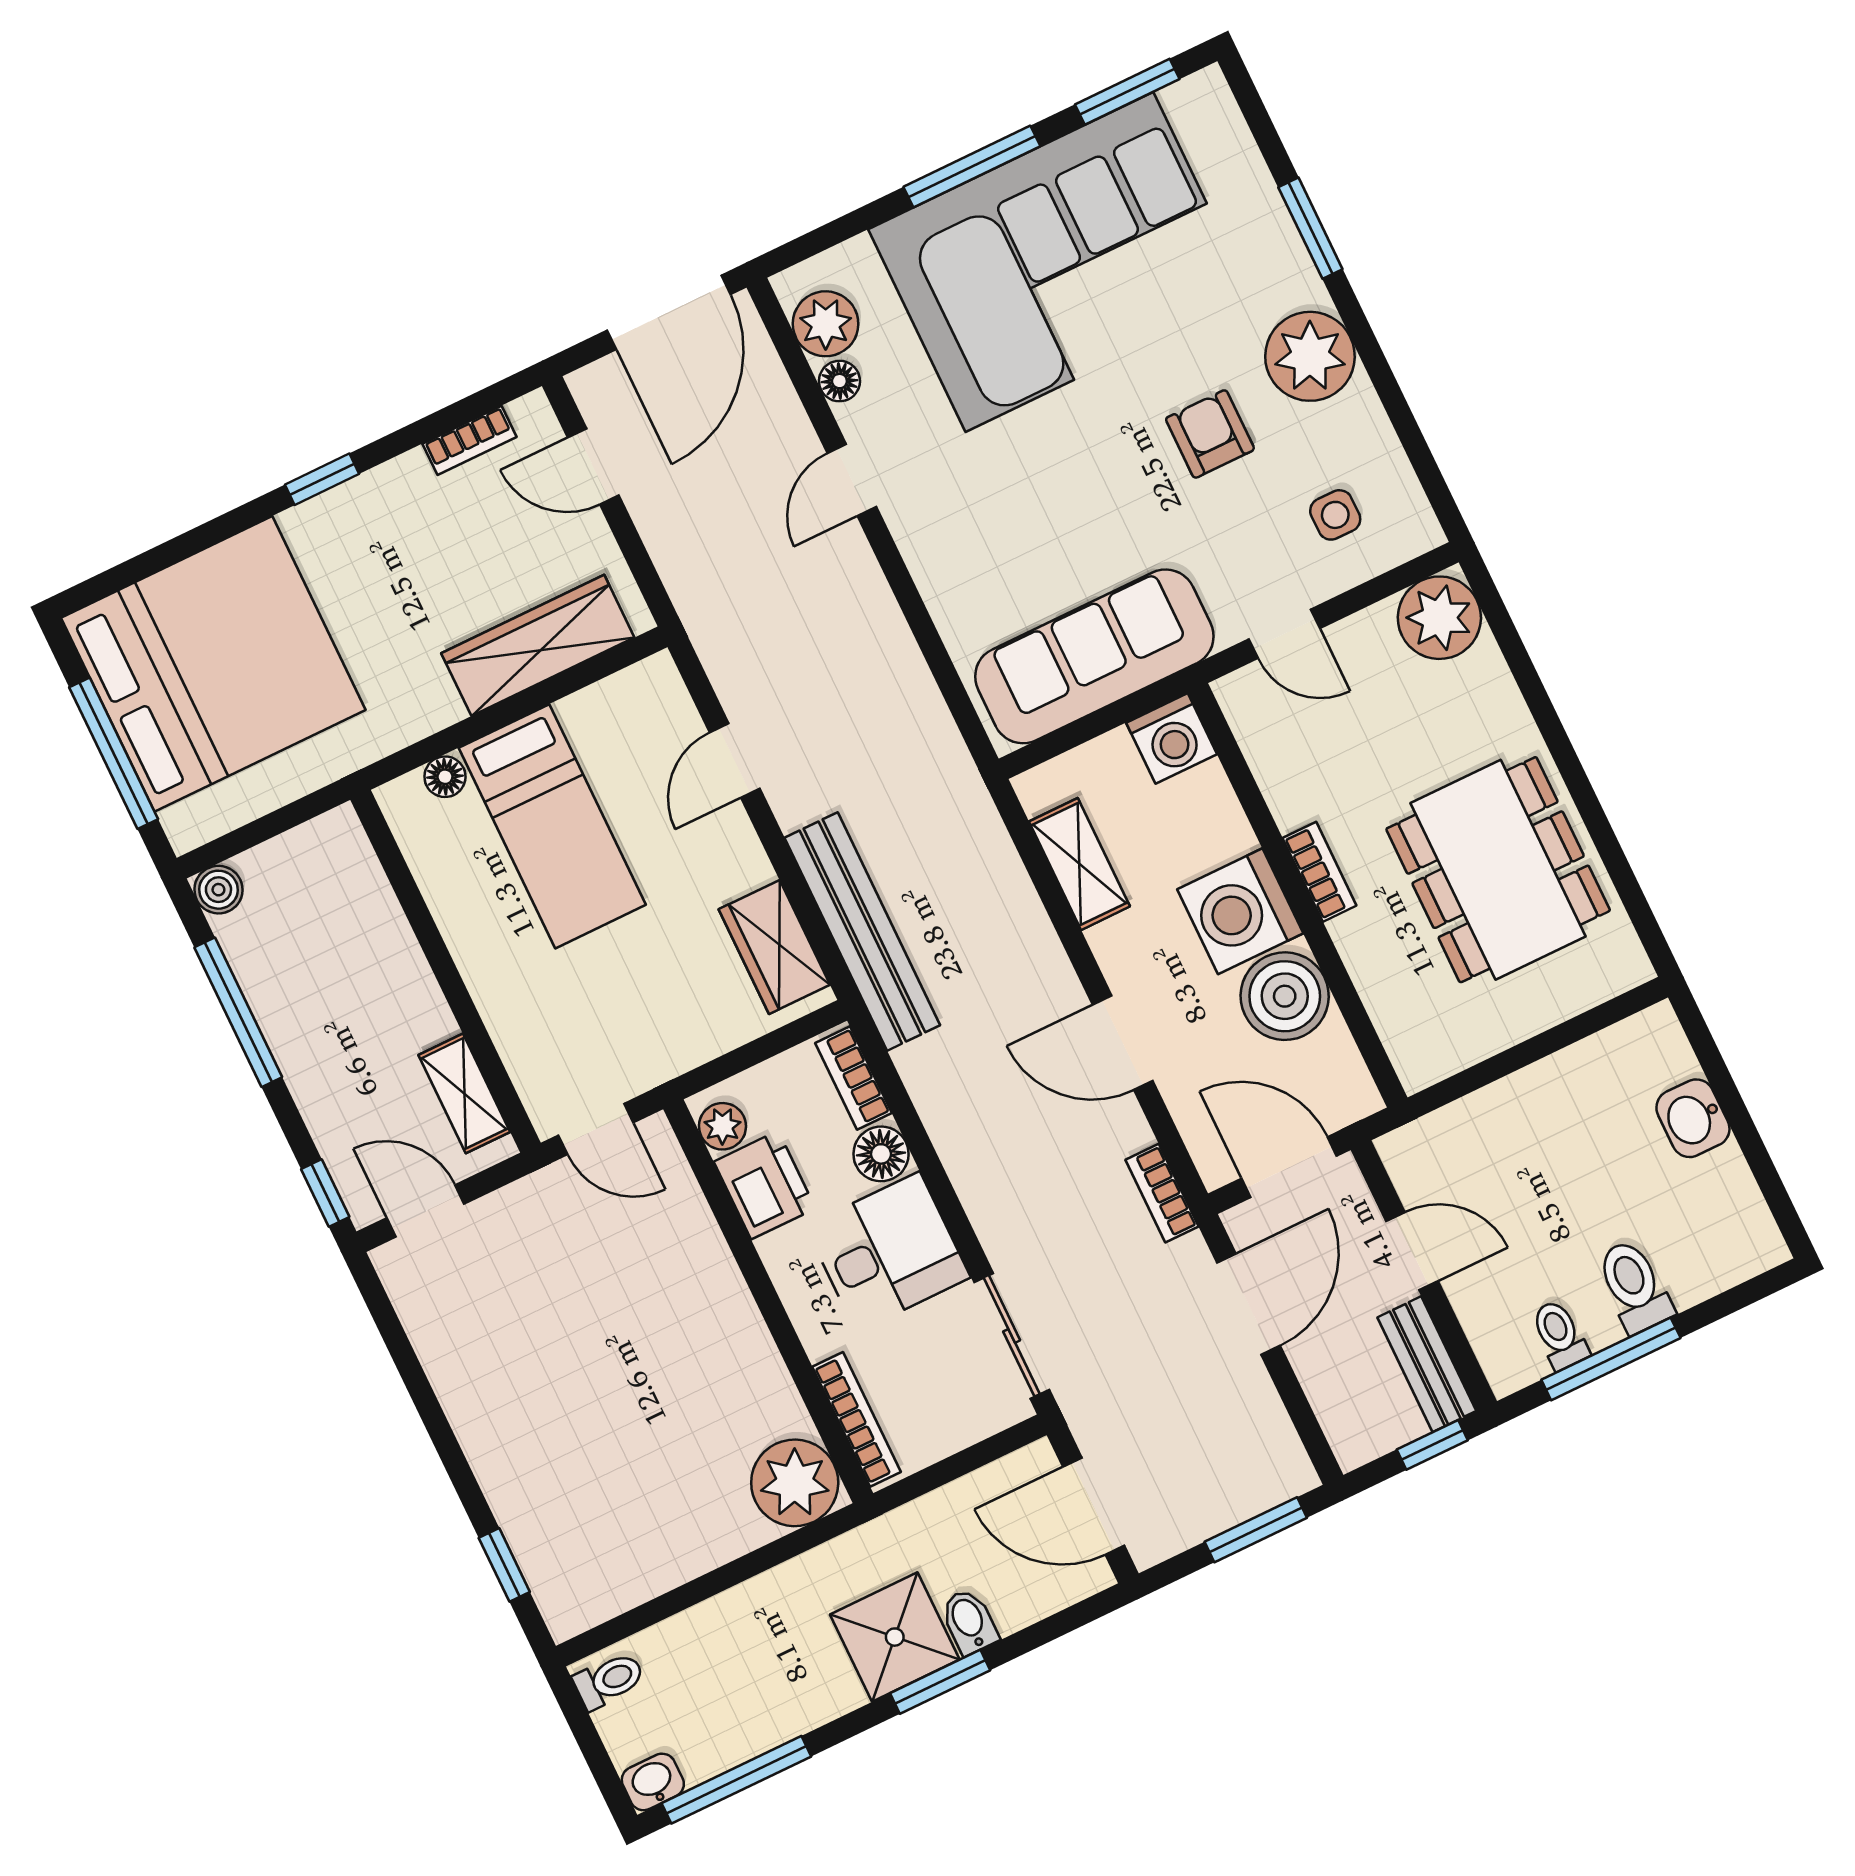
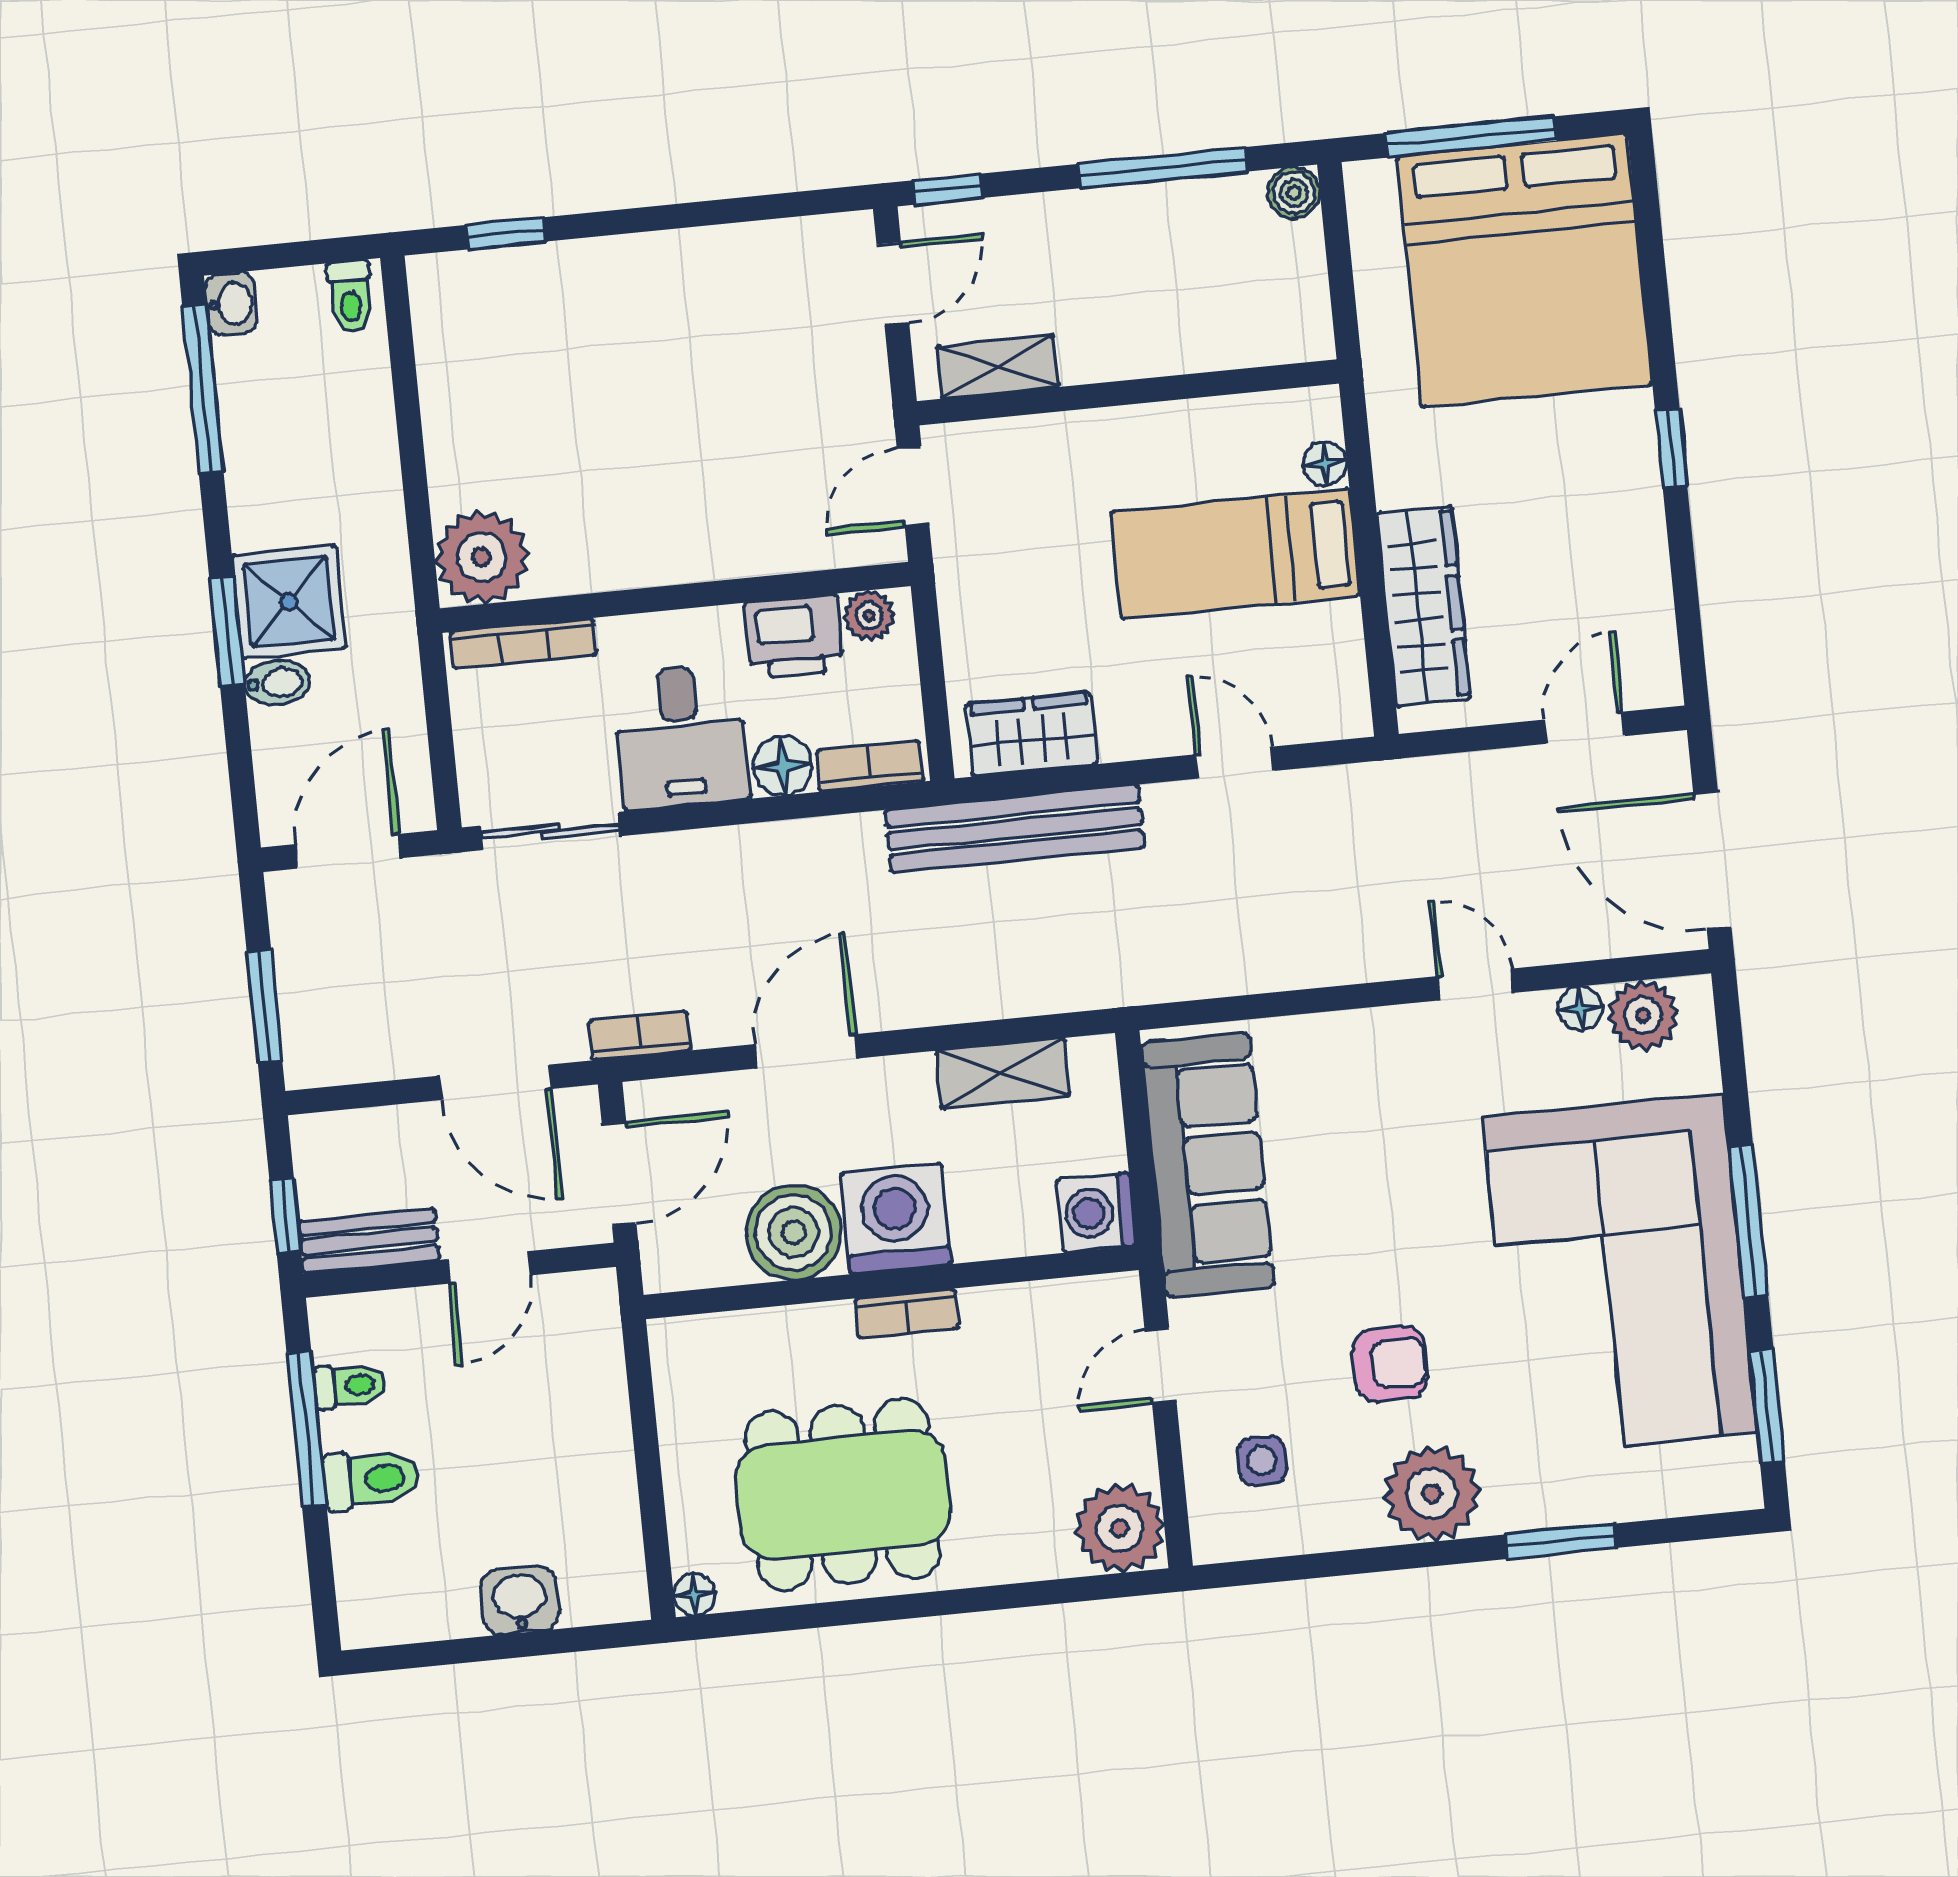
bookcase: (470, 440) -> (1656, 612), removed
floor lamp: (1632, 968) -> (694, 1594), added

